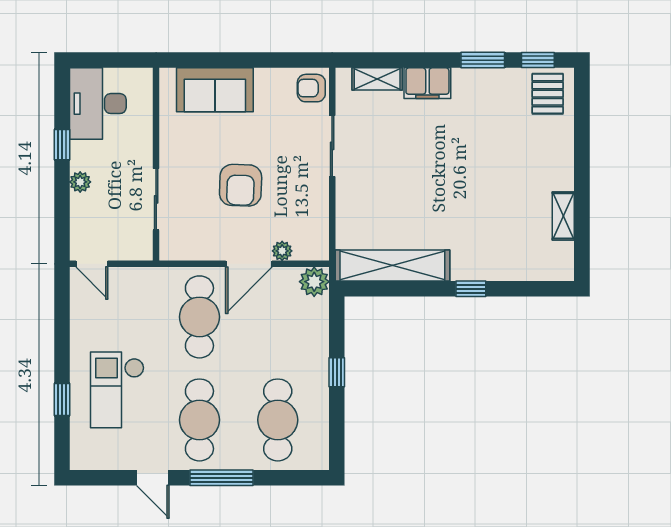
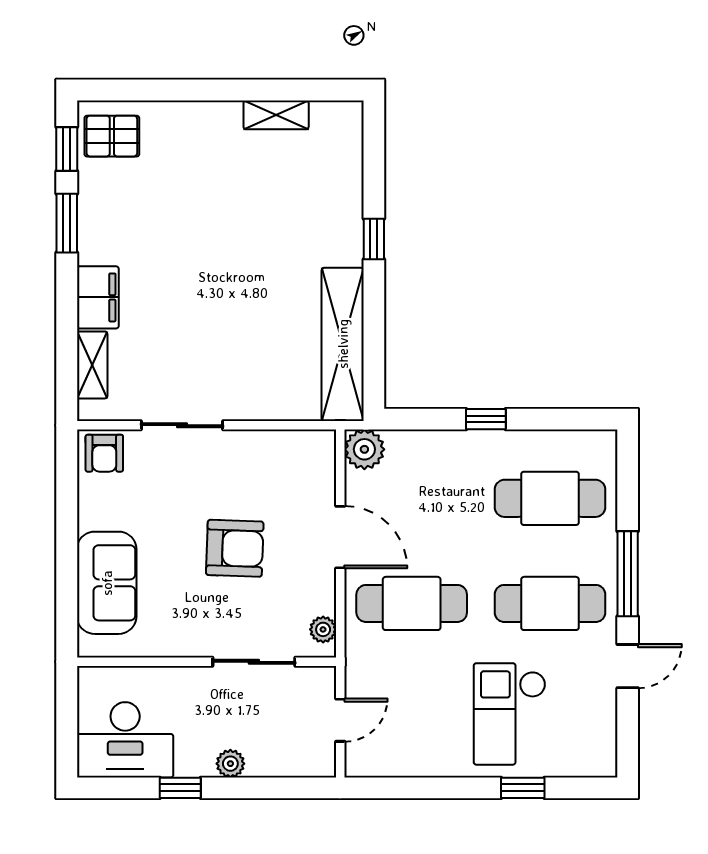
plant: (282, 251) -> (323, 629), moved
door: (92, 264) -> (340, 720), moved
checkout: (117, 390) -> (510, 714), turned 90

